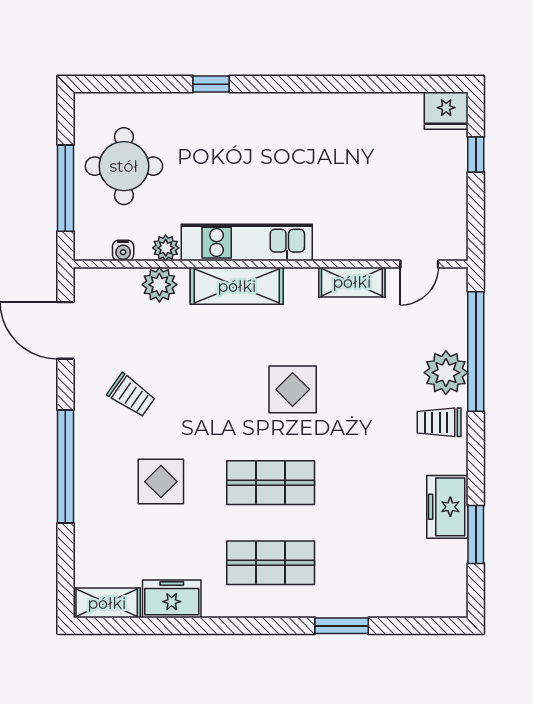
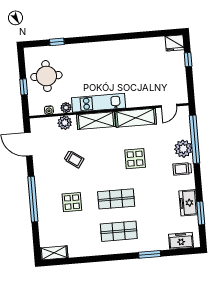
window: (211, 84) -> (57, 42), moved
window: (65, 188) -> (24, 87), width x0.46
shelving: (352, 282) -> (136, 118), width x1.50, depth x1.33
display table: (293, 389) -> (135, 159), moved
trolley: (131, 395) -> (74, 159), moved
freezer: (172, 599) -> (181, 241), moved

